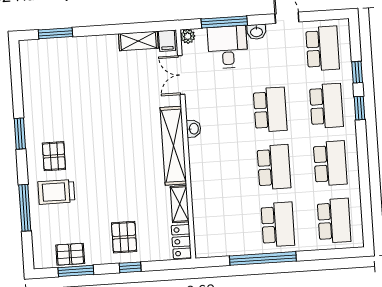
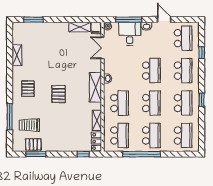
shelving: (31, 98) -> (17, 55), added
window: (359, 108) -> (202, 100), moved
window: (20, 134) -> (10, 75), removed
shelving: (173, 146) -> (95, 87), width x0.68
school desk: (218, 171) -> (120, 103), added
trolley: (56, 192) -> (29, 125), moved
school desk: (222, 228) -> (120, 136), added
pallet: (124, 237) -> (59, 94), moved
window: (130, 267) -> (83, 154), moved

